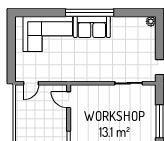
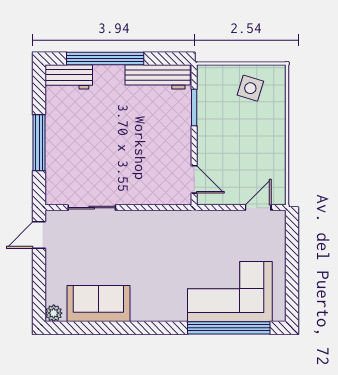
window: (90, 13) -> (229, 328), moved
sofa: (92, 27) -> (98, 304), moved

